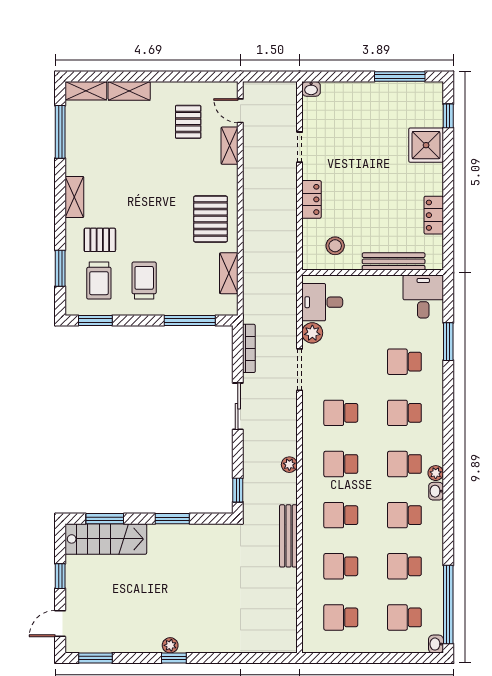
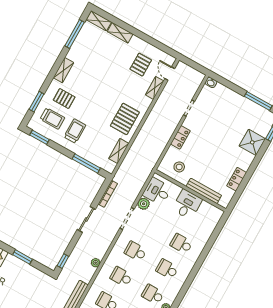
trolley: (99, 281) -> (52, 118), turned -90
desk: (423, 297) -> (187, 204), moved
window: (448, 342) -> (209, 246), removed

